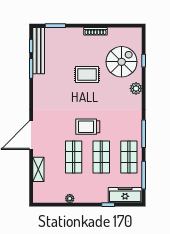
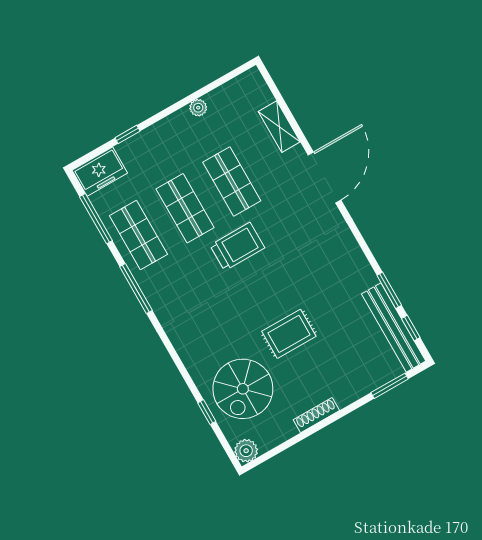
plant: (136, 88) -> (246, 451), moved
freezer: (125, 195) -> (100, 172), width x0.71

